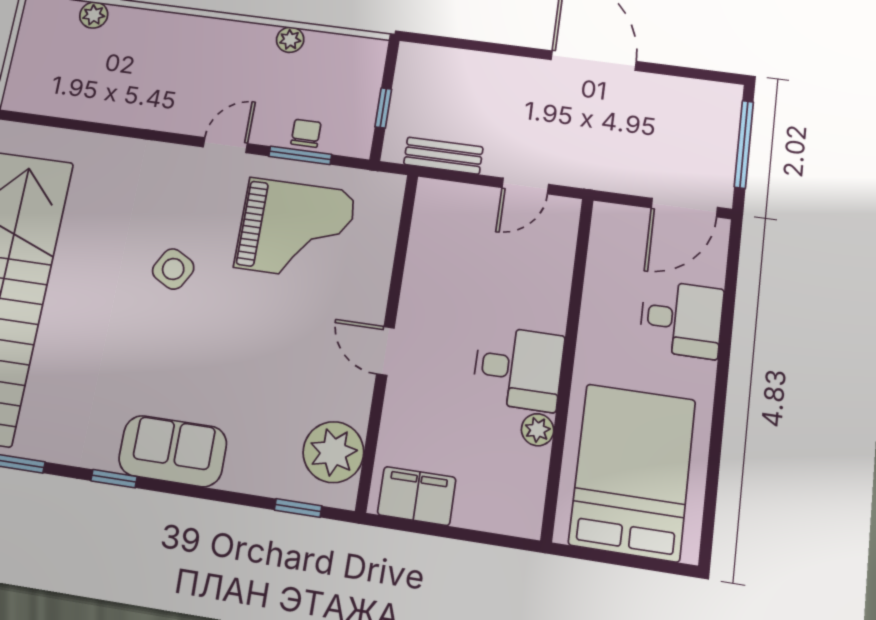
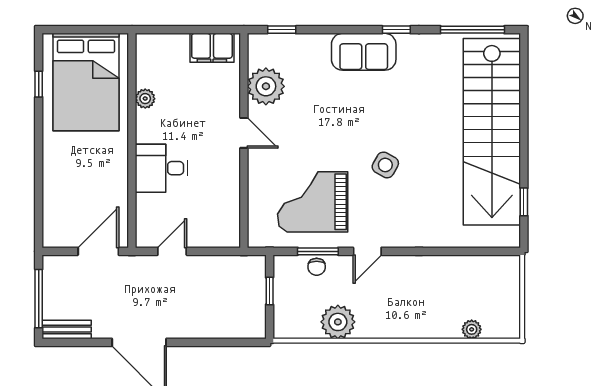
plant: (290, 40) -> (338, 322), width x1.88, depth x1.88
bench: (443, 156) -> (67, 329), moved
door: (684, 208) -> (98, 251), moved
desk: (681, 319) -> (66, 180), removed
desk: (518, 368) -> (162, 168), moved
plant: (333, 452) -> (266, 86), moved
window: (712, 481) -> (39, 84), added

